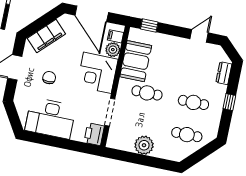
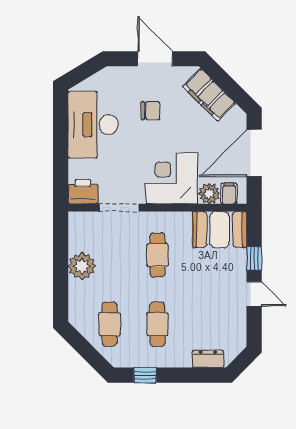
window: (149, 26) -> (254, 258), moved
door: (199, 36) -> (254, 294), moved
booth: (136, 61) -> (220, 230), moved
window: (229, 102) -> (145, 375), moved

